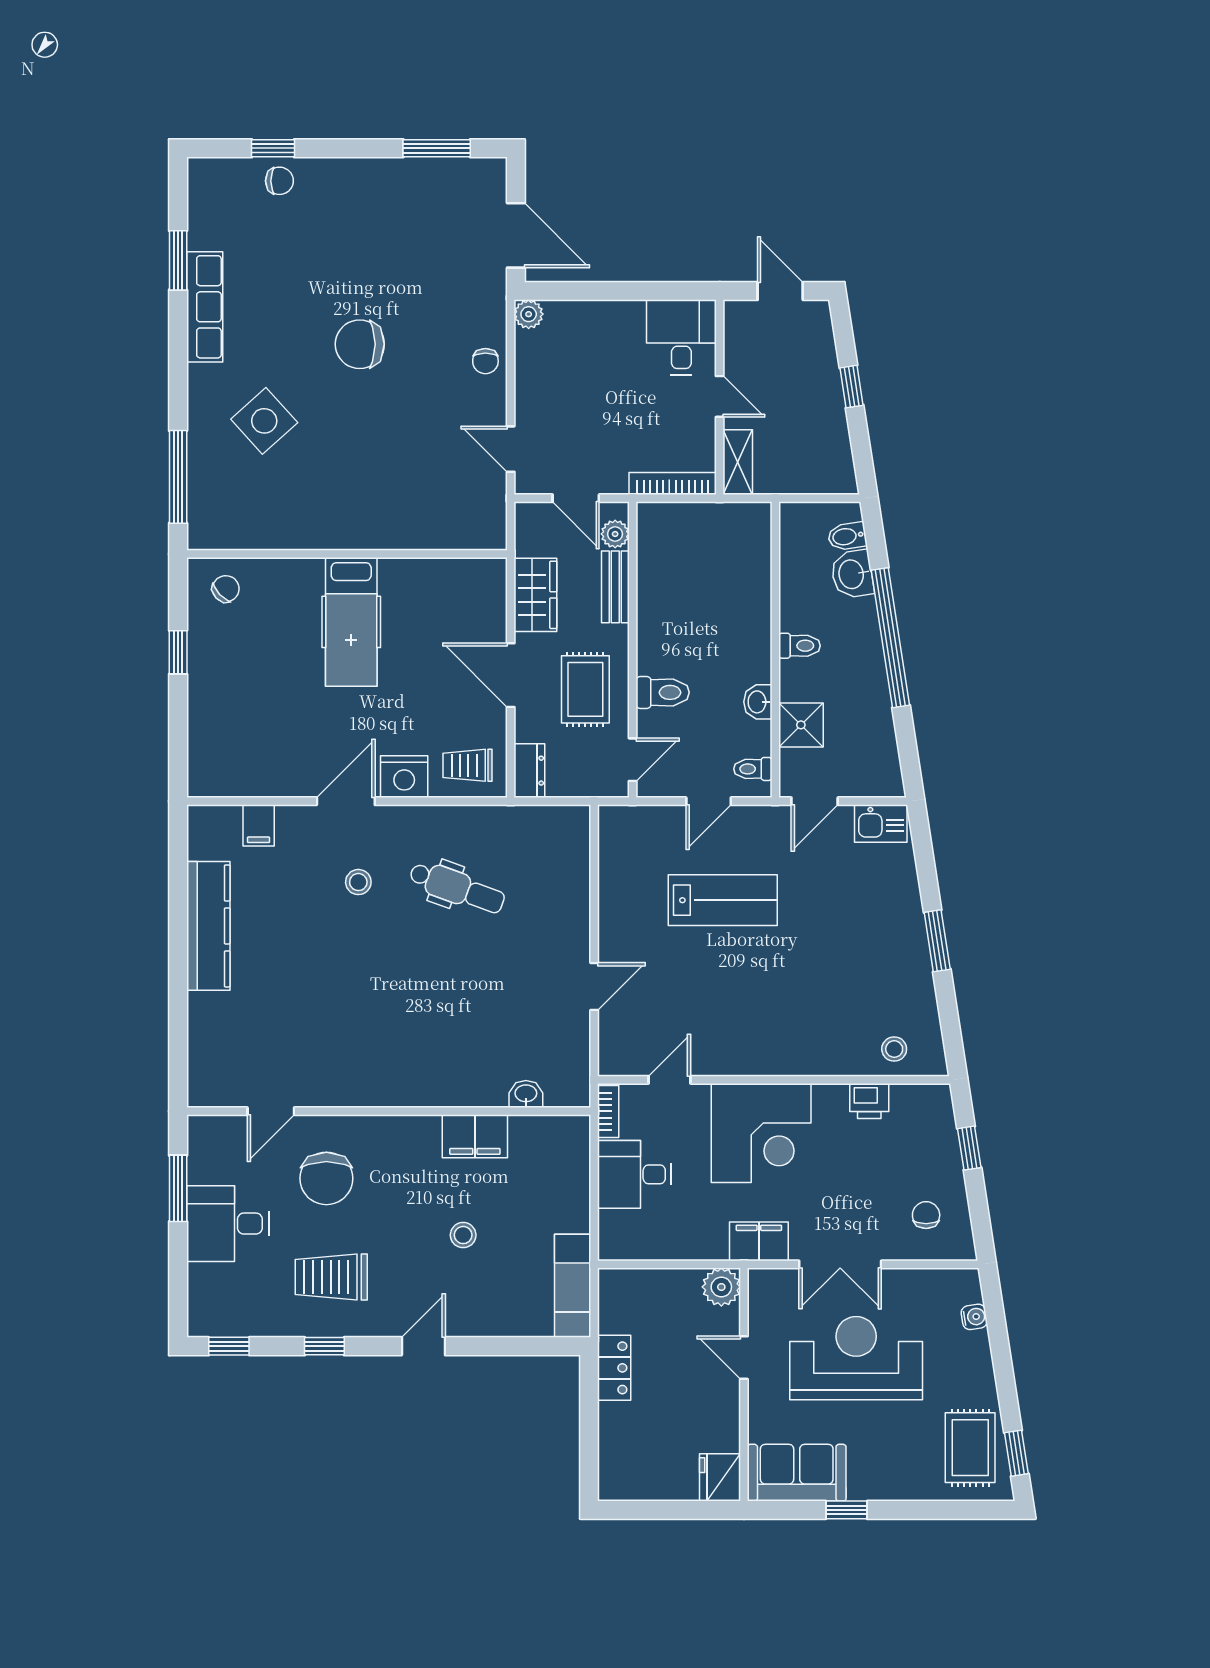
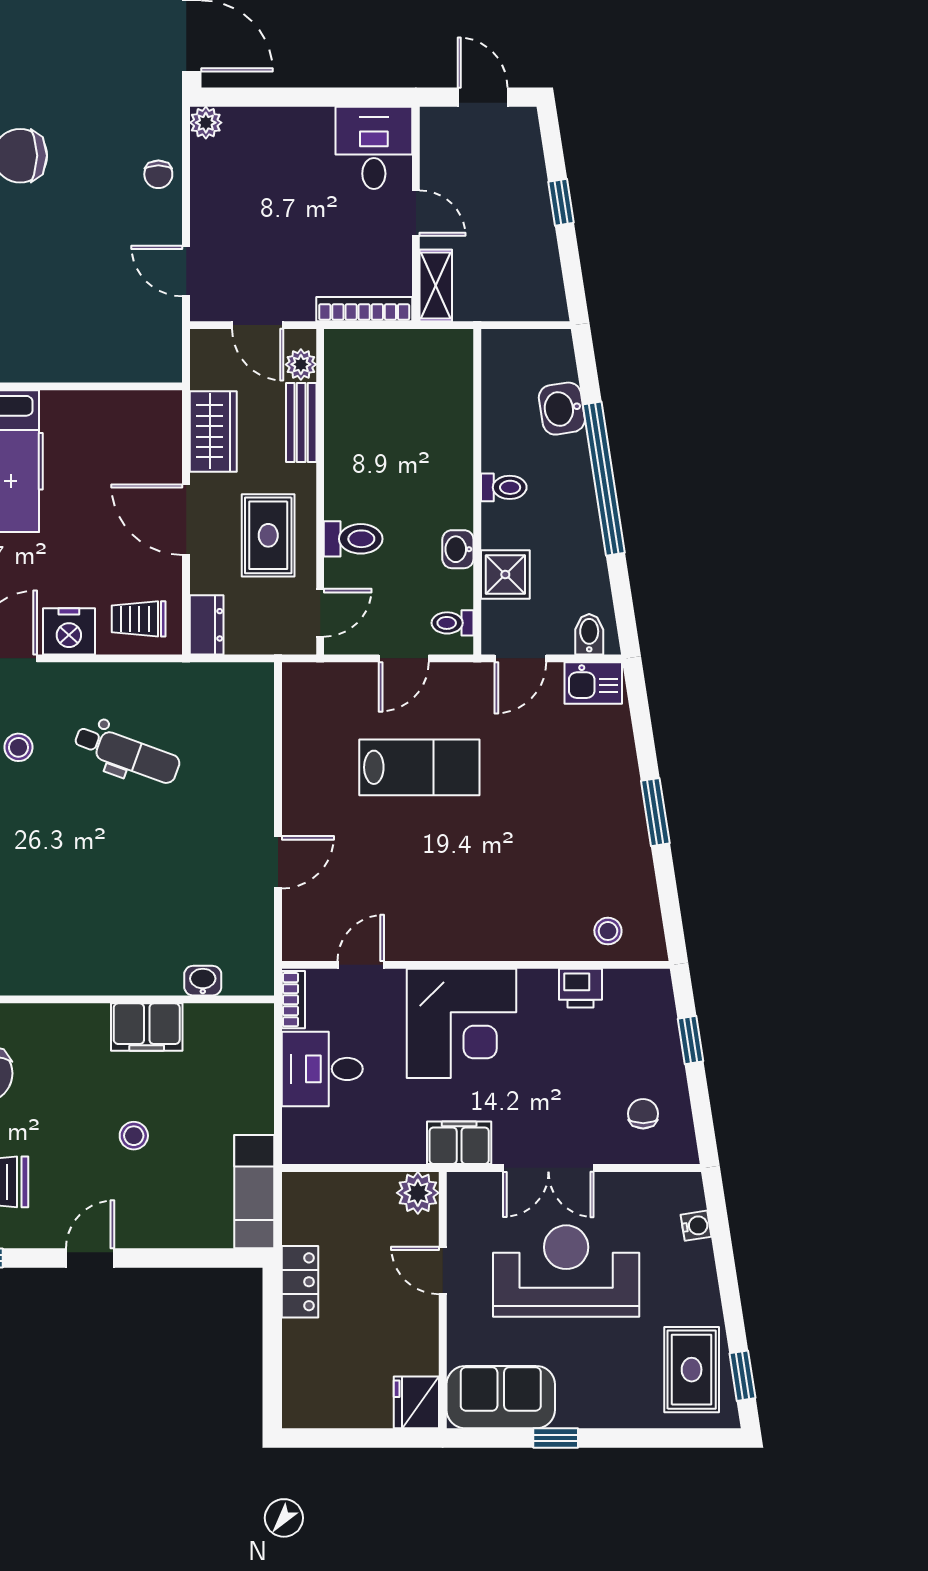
bidet: (847, 536) -> (589, 634), moved, turned 99

